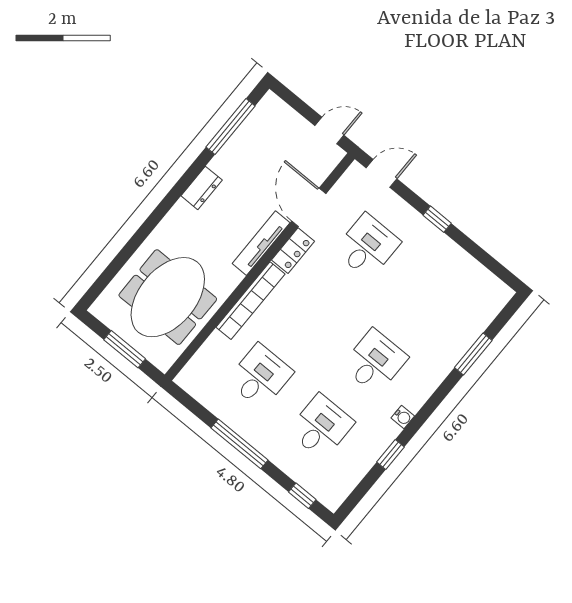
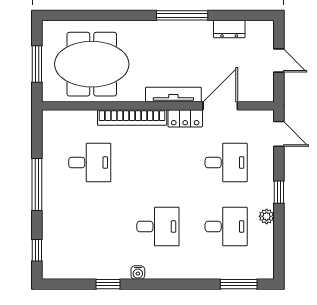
window: (230, 126) -> (182, 15), moved
door: (329, 130) -> (279, 61), moved
dresser: (202, 188) -> (229, 29), moved
plant: (451, 250) -> (267, 216), added
window: (473, 354) -> (239, 284), moved
desk: (321, 427) -> (226, 226), moved

